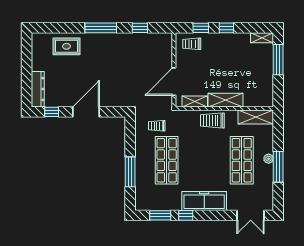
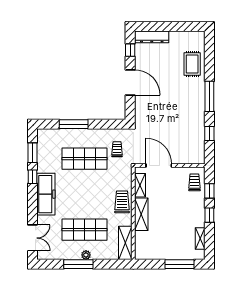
shelving: (262, 38) -> (200, 239), moved
double door: (251, 215) -> (33, 238), swing flipped

